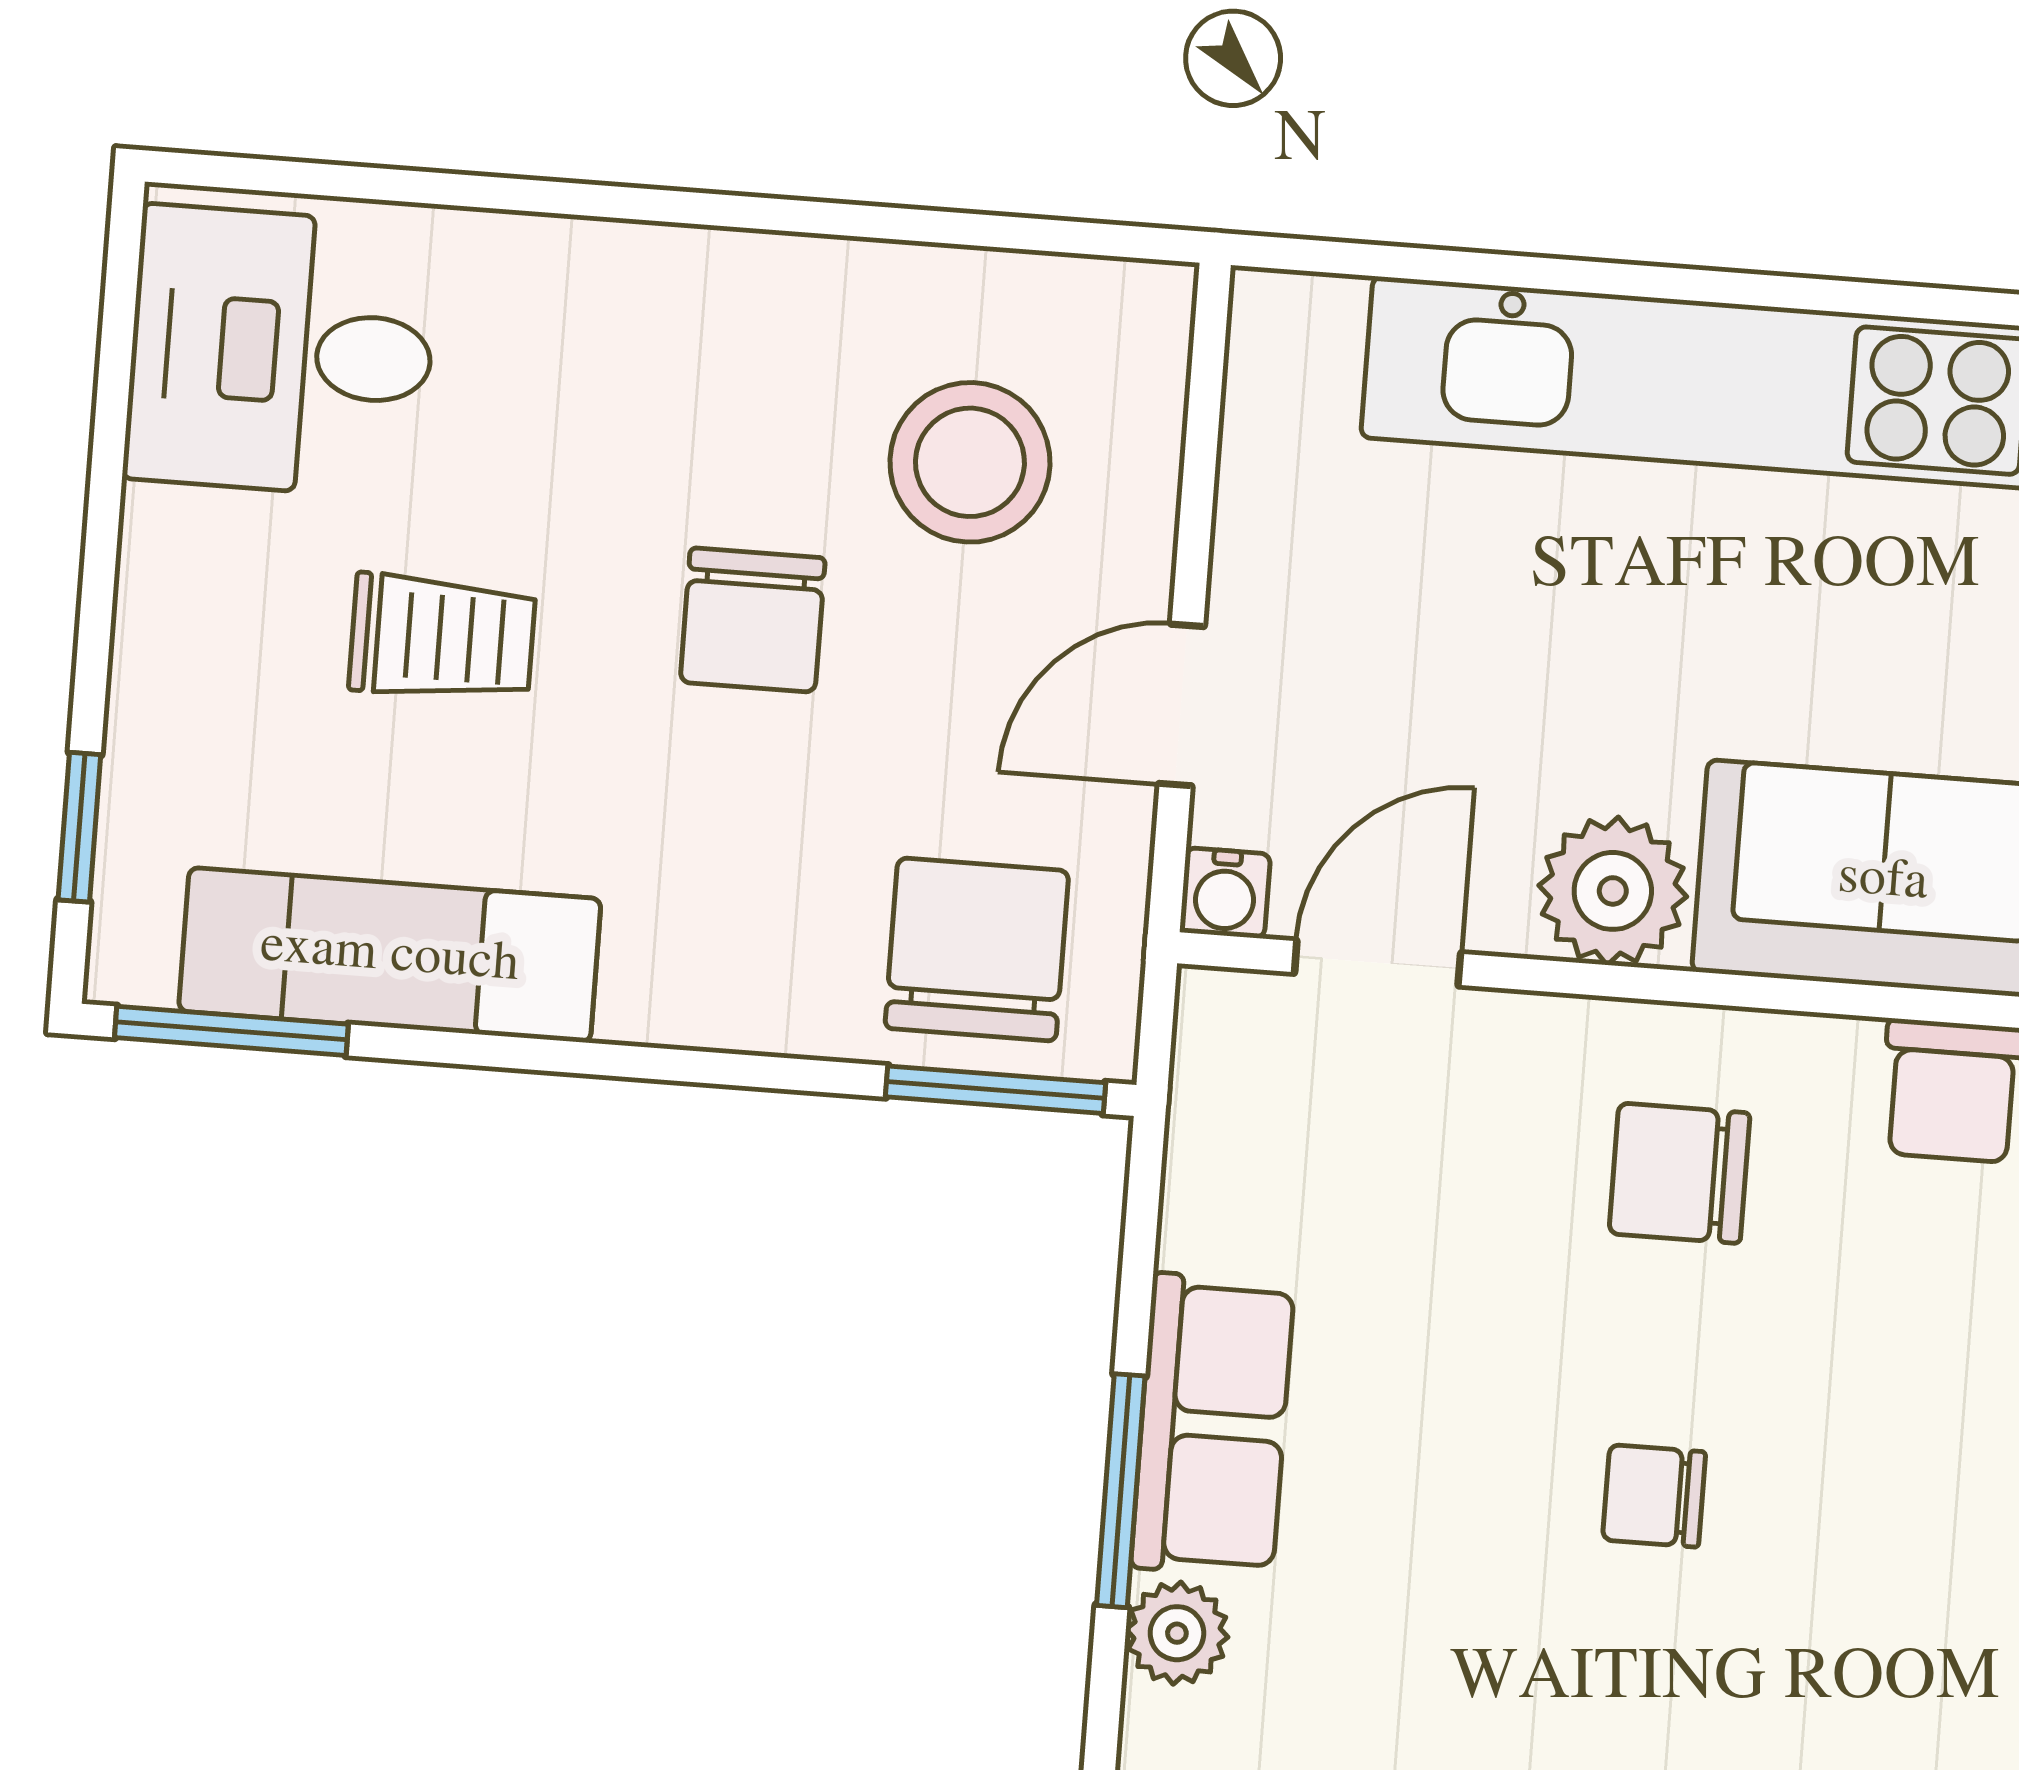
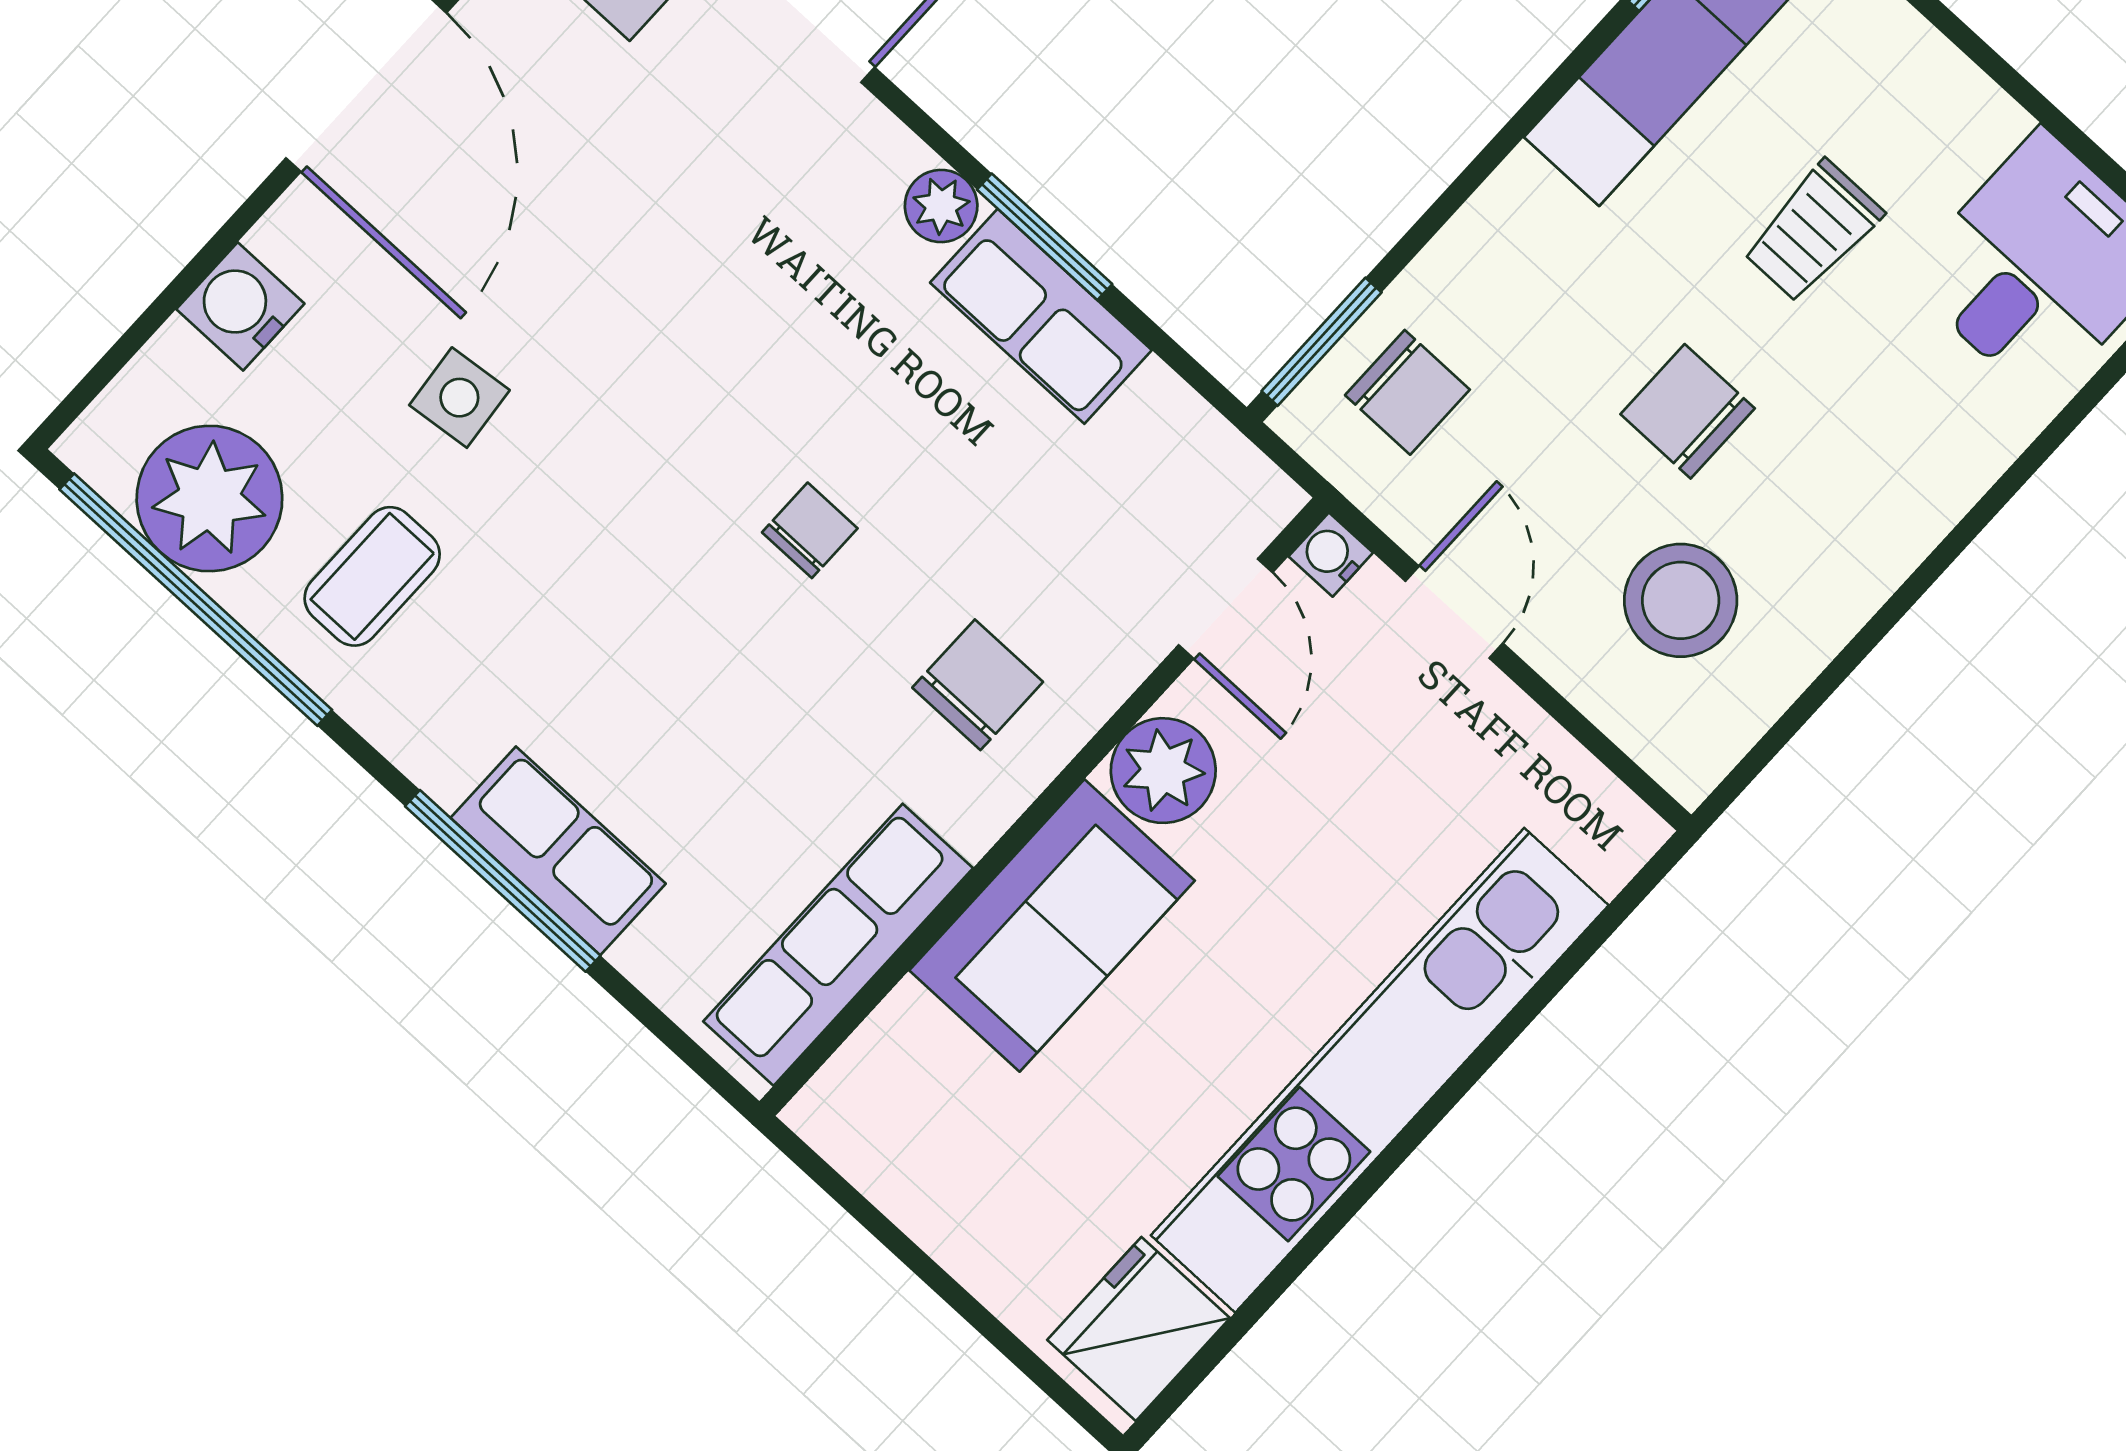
chair: (977, 949) -> (1407, 392), width x0.73, depth x0.73

